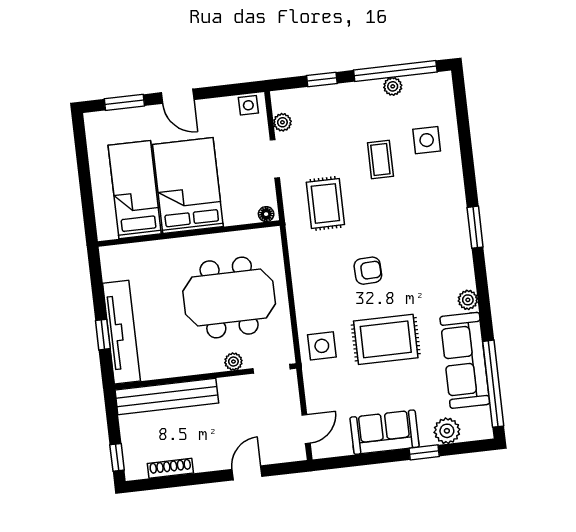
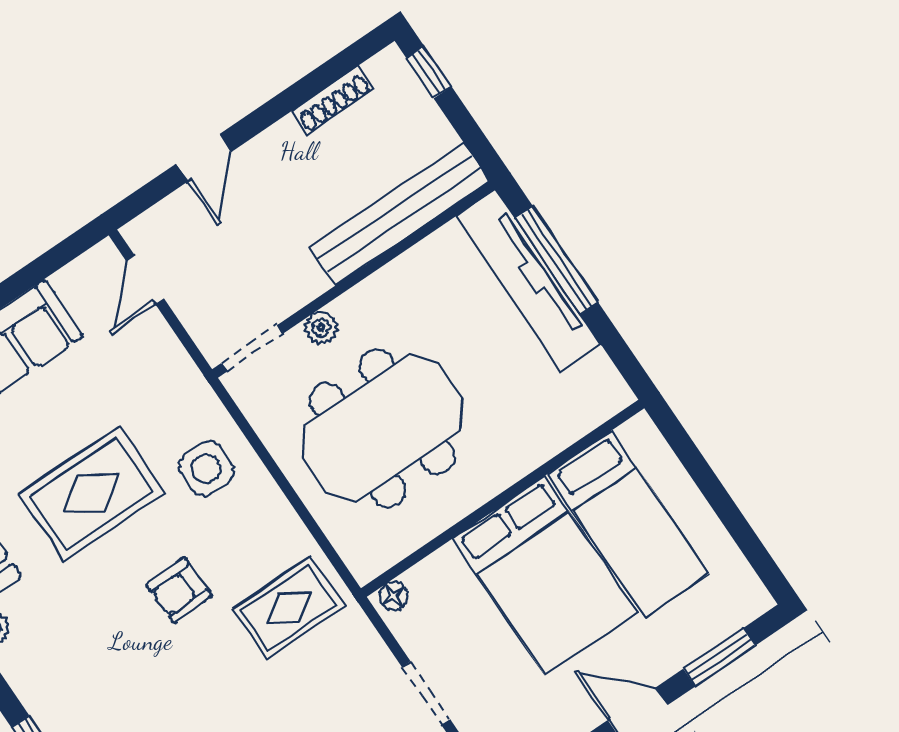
rug: (325, 203) -> (289, 608), moved, turned 90
window: (103, 335) -> (557, 260), width x2.17
side table: (322, 346) -> (206, 469), moved

